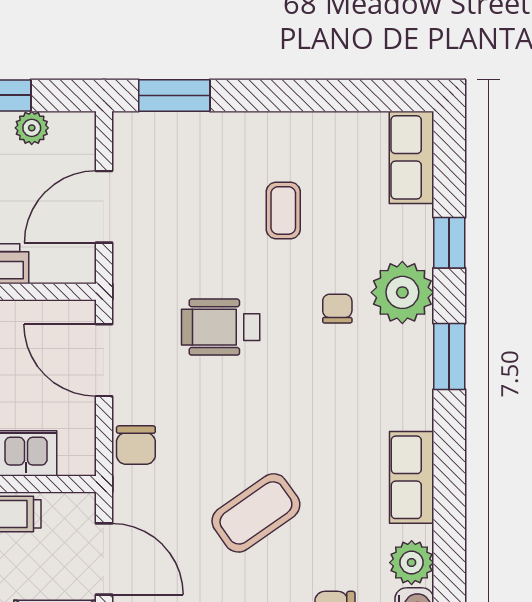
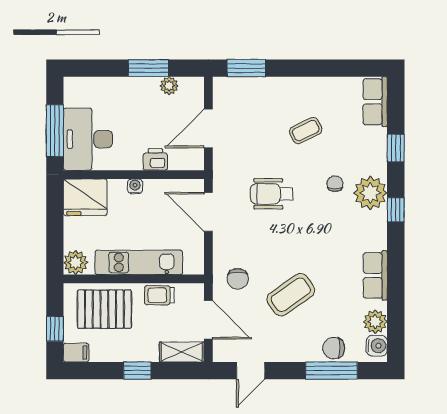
coffee table: (283, 210) -> (306, 131), turned 64
plant: (402, 292) -> (370, 193), moved
window: (449, 357) -> (396, 210), width x0.67
chair: (136, 445) -> (238, 279), moved

